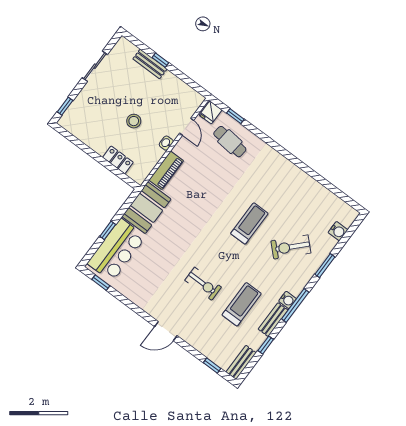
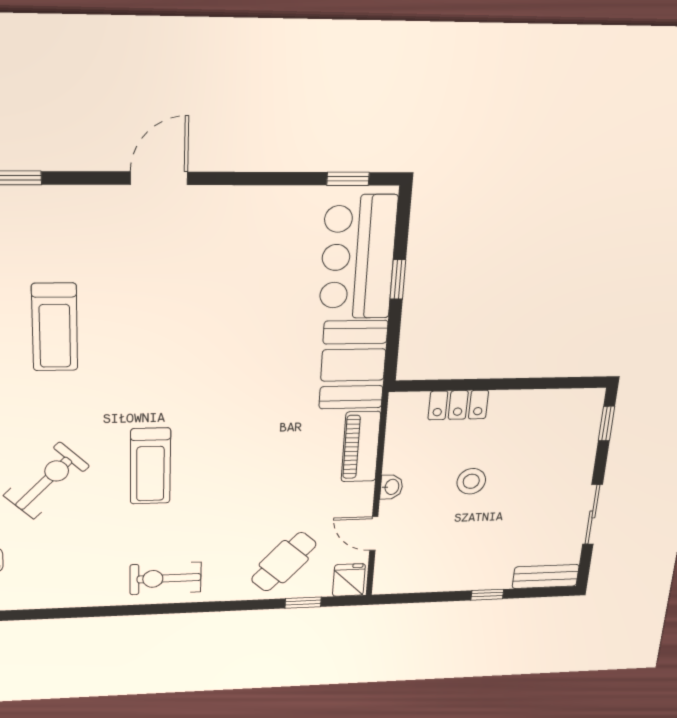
bench: (150, 64) -> (546, 576), moved
cafe table: (230, 142) -> (284, 562), turned -54
exercise bike: (203, 284) -> (166, 578), moved

